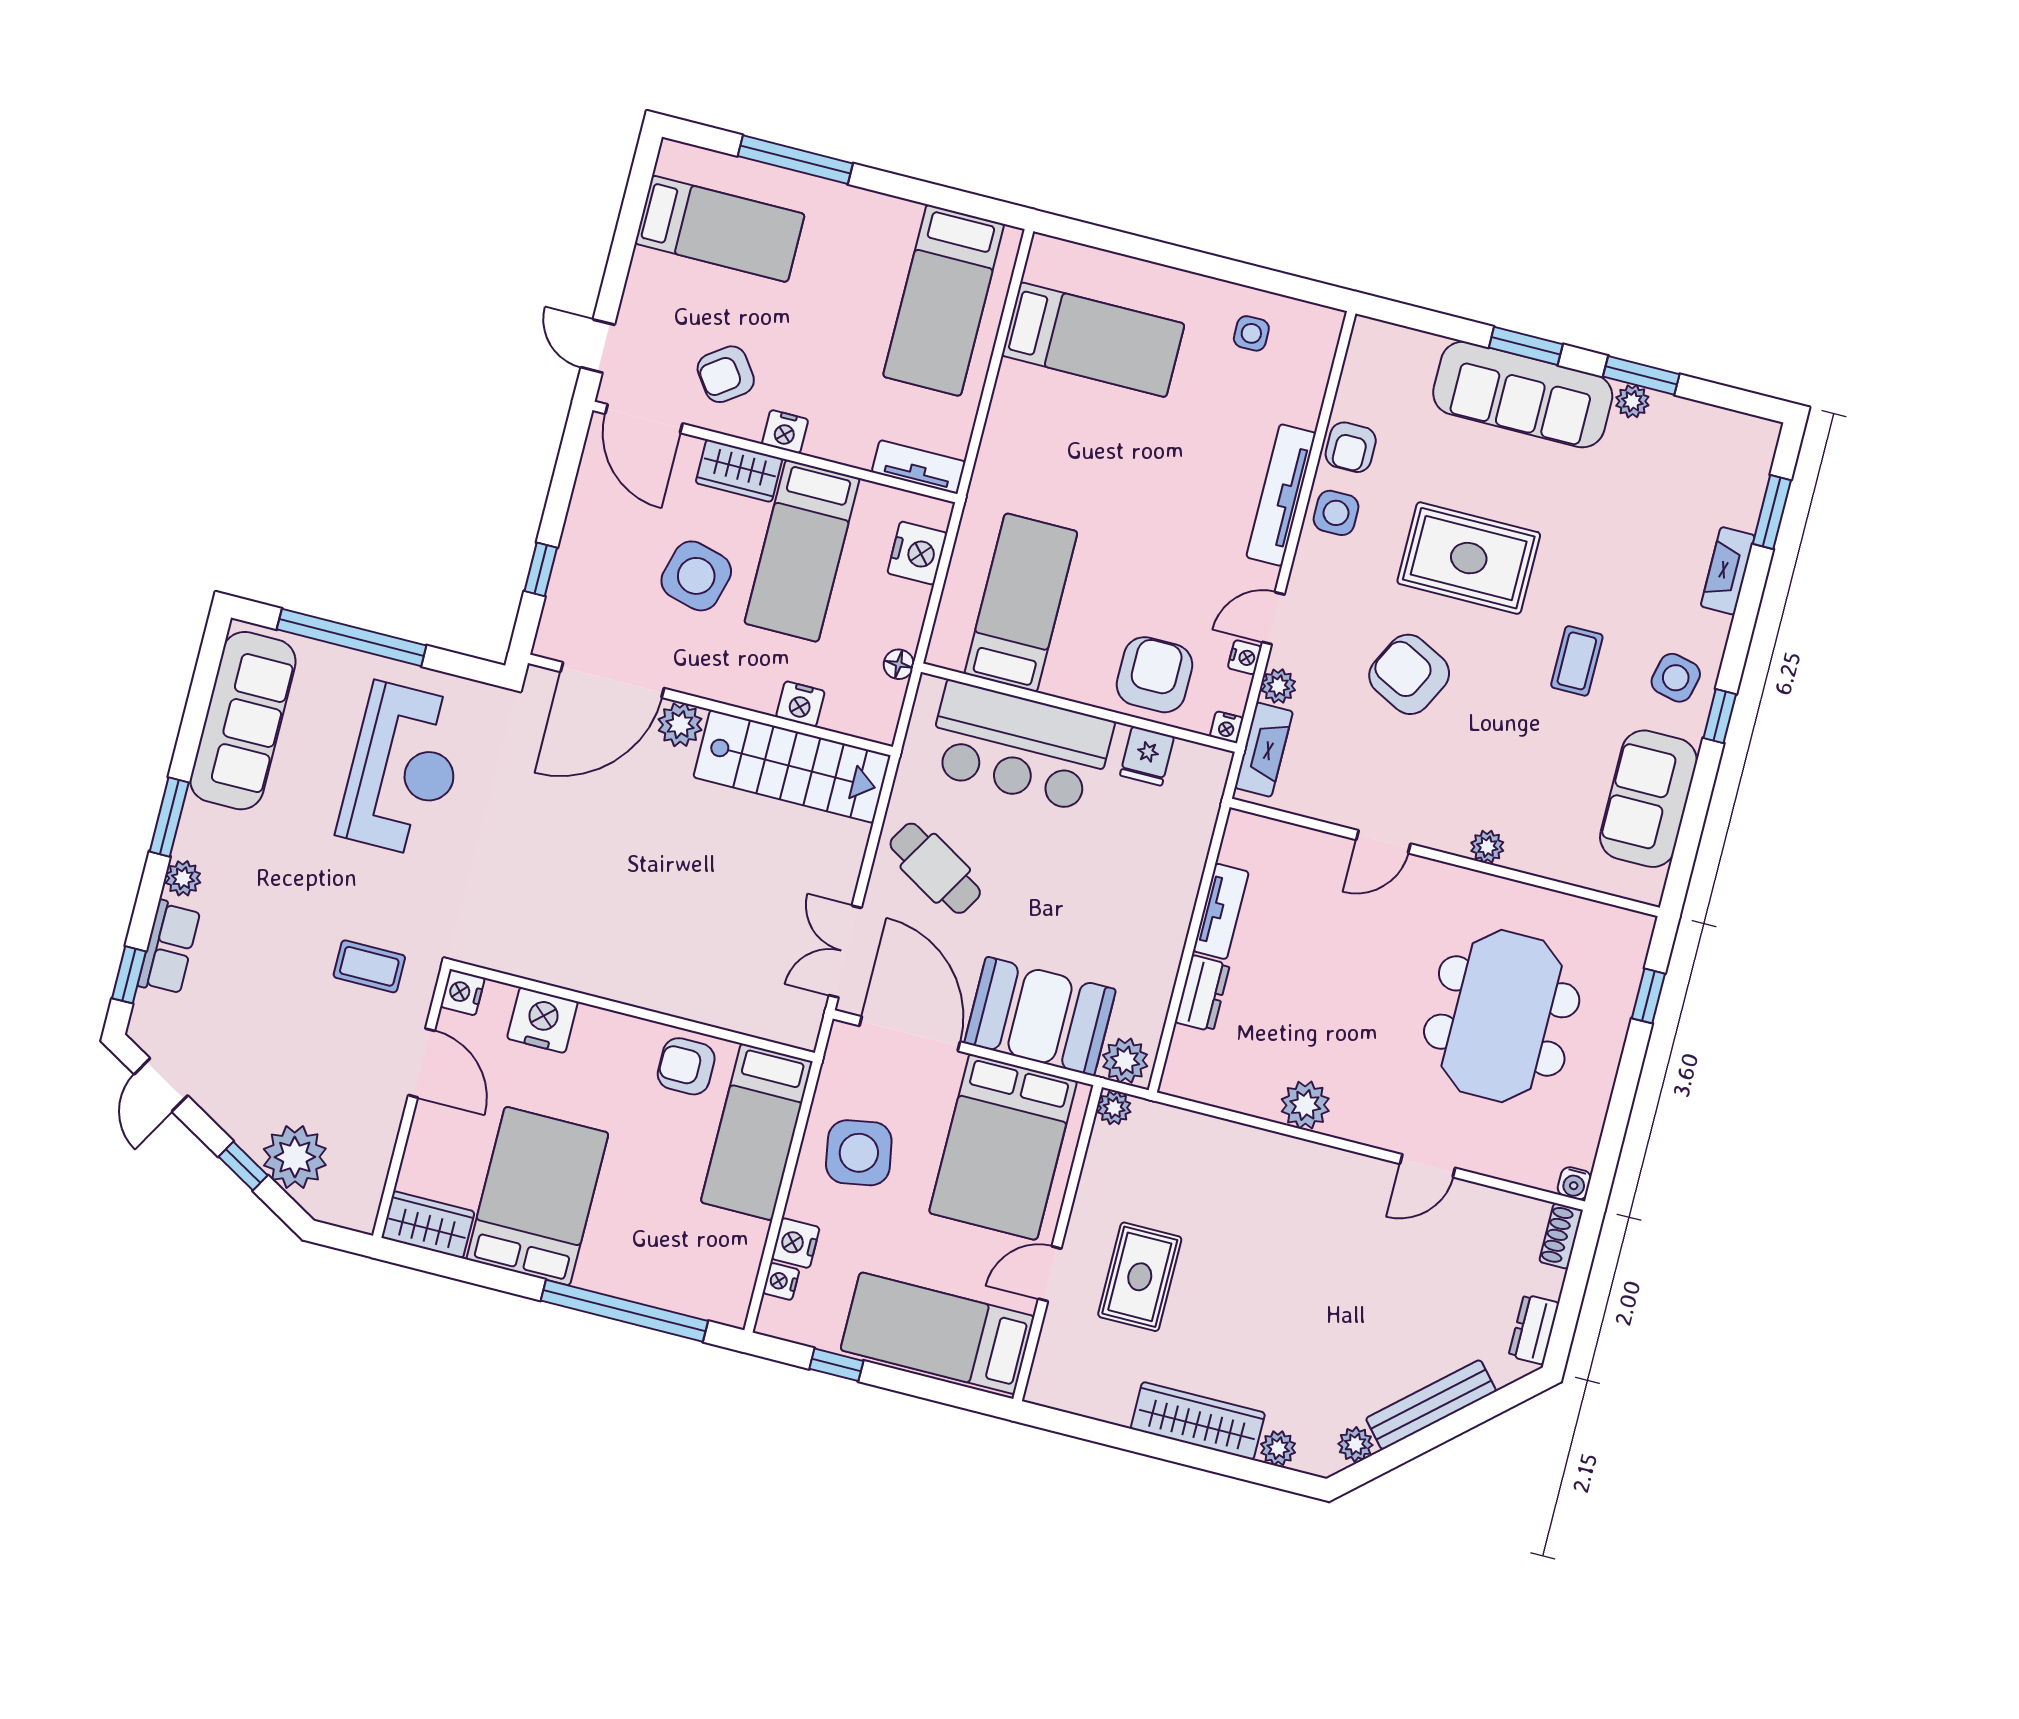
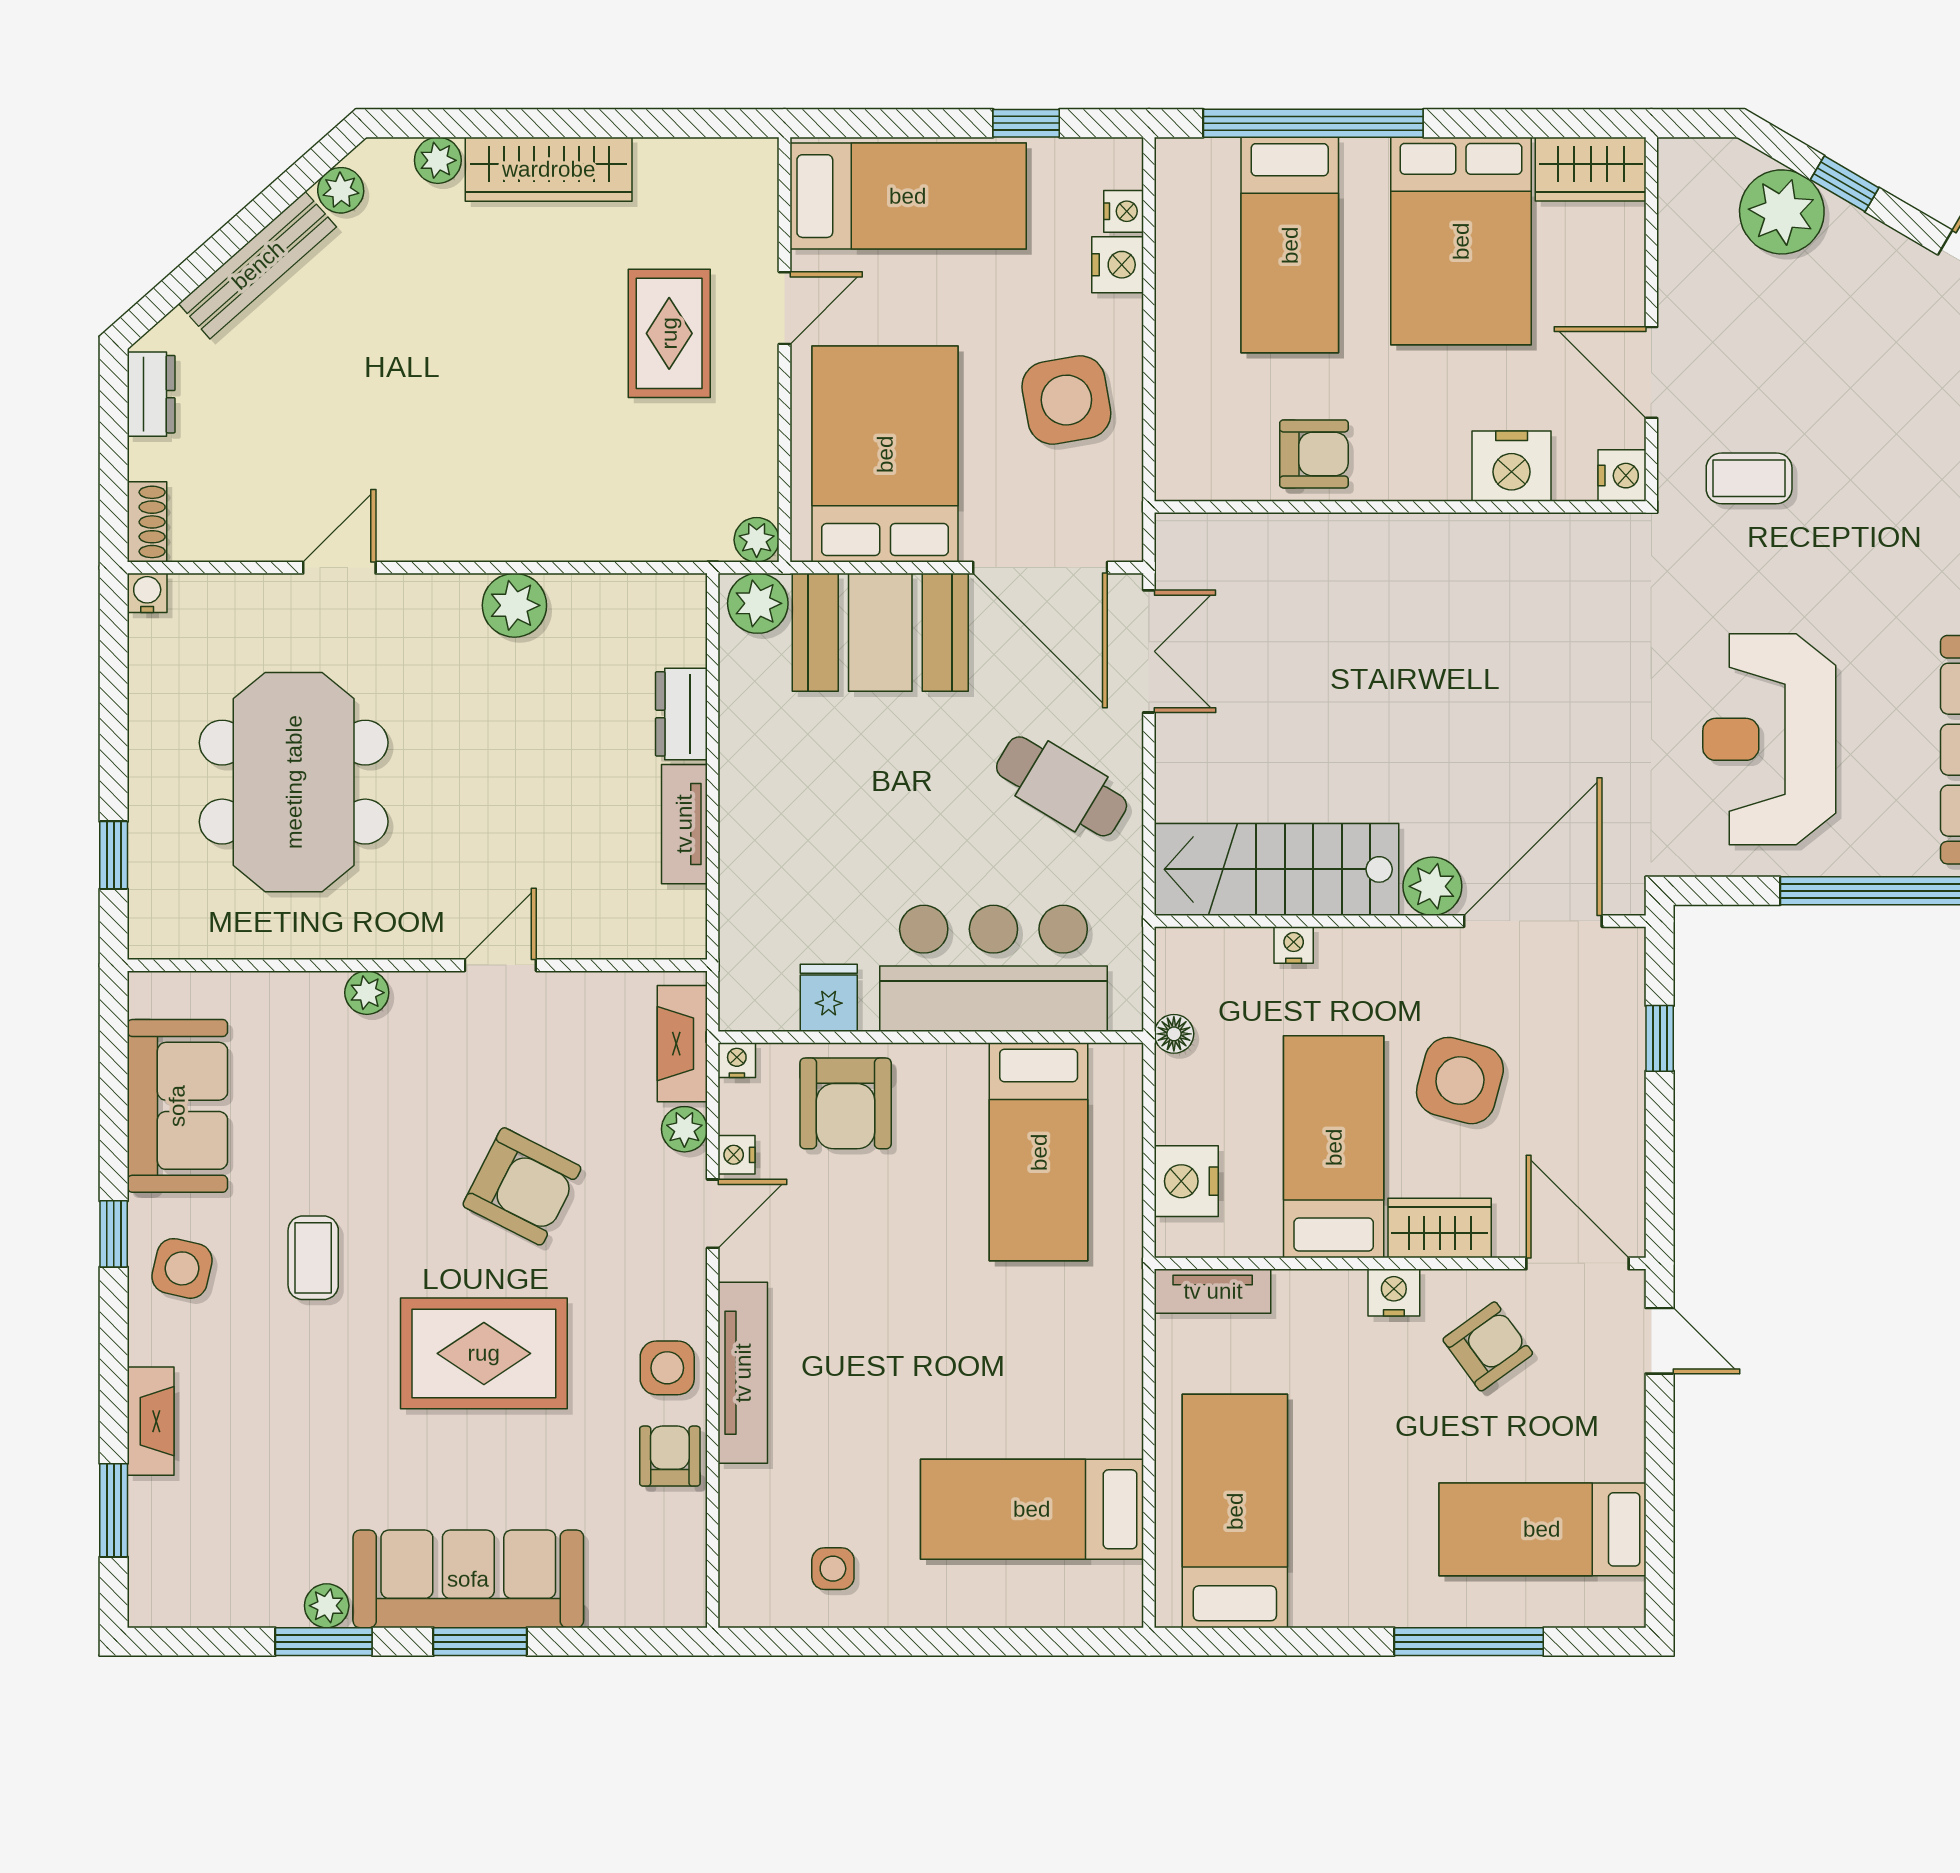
nightstand: (800, 704) -> (1294, 945), width x0.72, depth x0.74
bed: (757, 1132) -> (1290, 245), moved, turned 180

